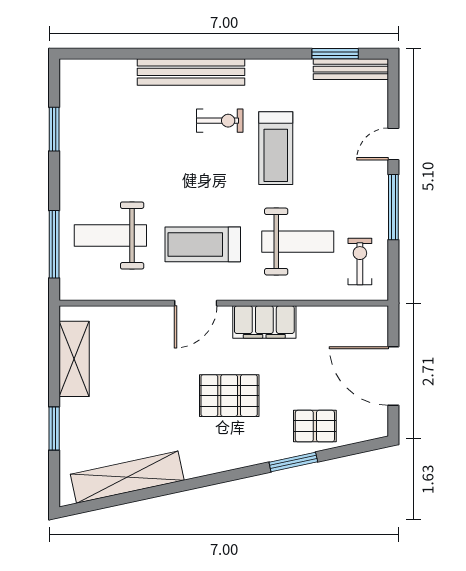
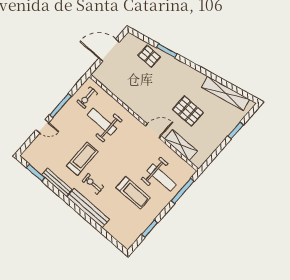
bench: (351, 69) -> (57, 182), moved
treadmill: (203, 244) -> (133, 193), moved
filing cabinet: (264, 322) -> (136, 105), removed
shelving: (74, 359) -> (181, 145), moved, turned 90
door: (393, 376) -> (109, 50), swing flipped
pallet: (229, 396) -> (188, 111), moved

